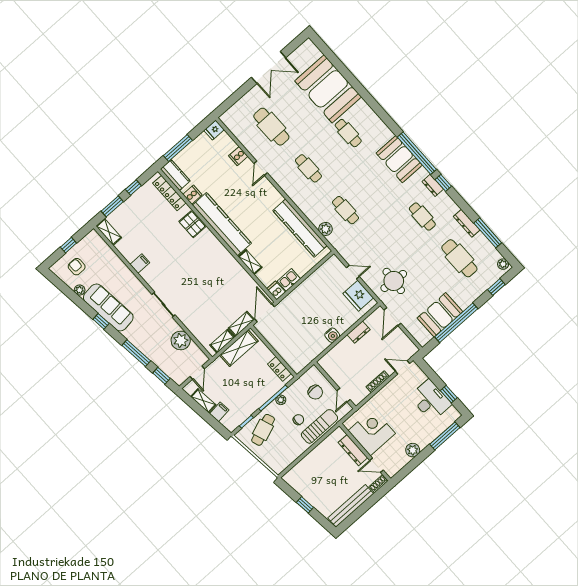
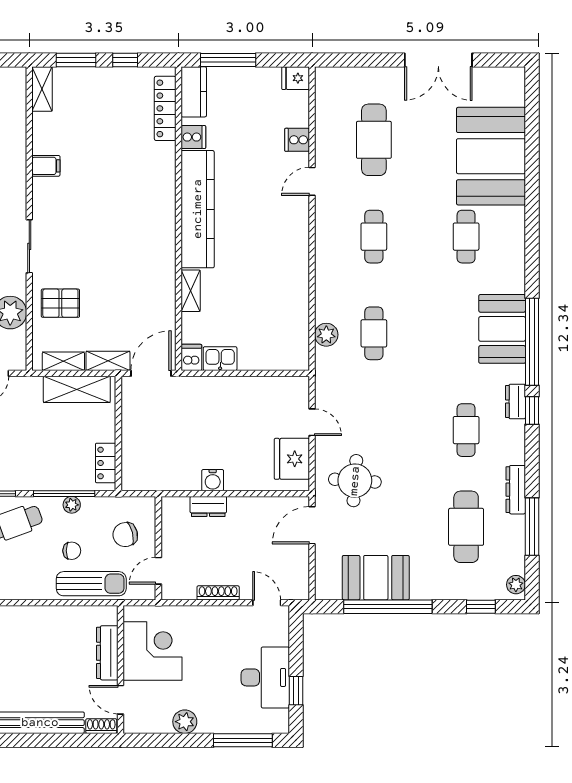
pallet: (192, 224) -> (60, 303), moved, turned 90
kitchen counter: (300, 228) -> (294, 304), removed
dresser: (359, 332) -> (208, 506), moved
chair: (315, 392) -> (125, 535), turned 76

